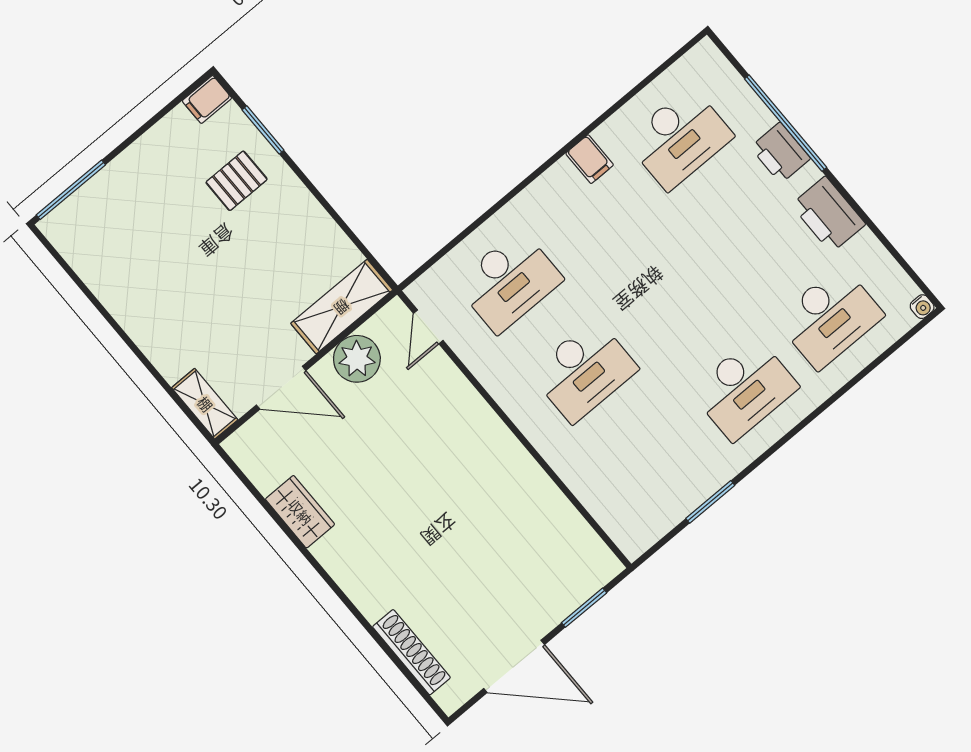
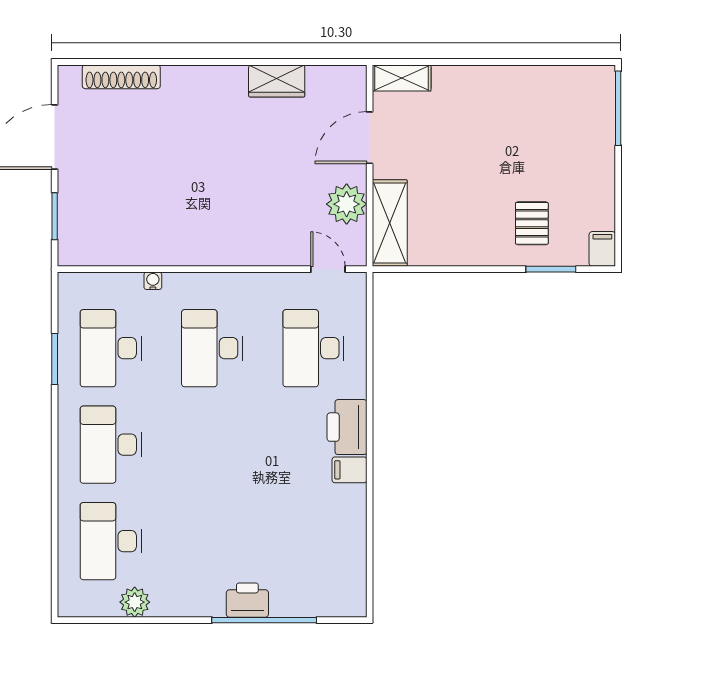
desk: (679, 138) -> (111, 348), moved
printer: (828, 215) -> (347, 427), moved, turned -90
plant: (866, 251) -> (135, 602), added
water cooler: (922, 307) -> (153, 281), moved, turned 90

